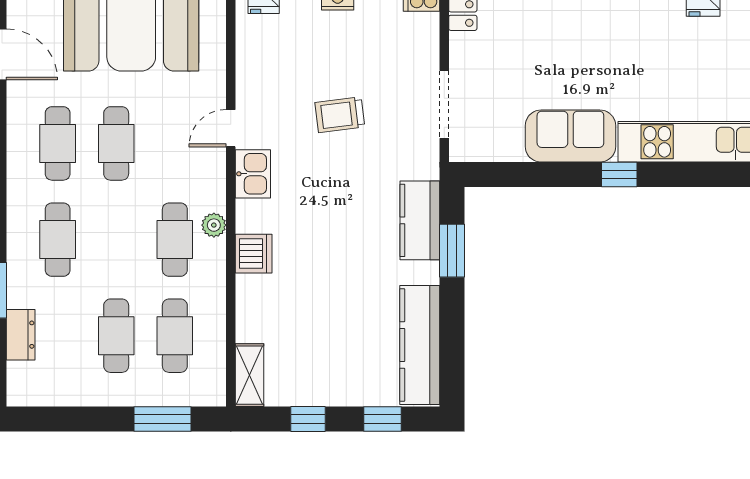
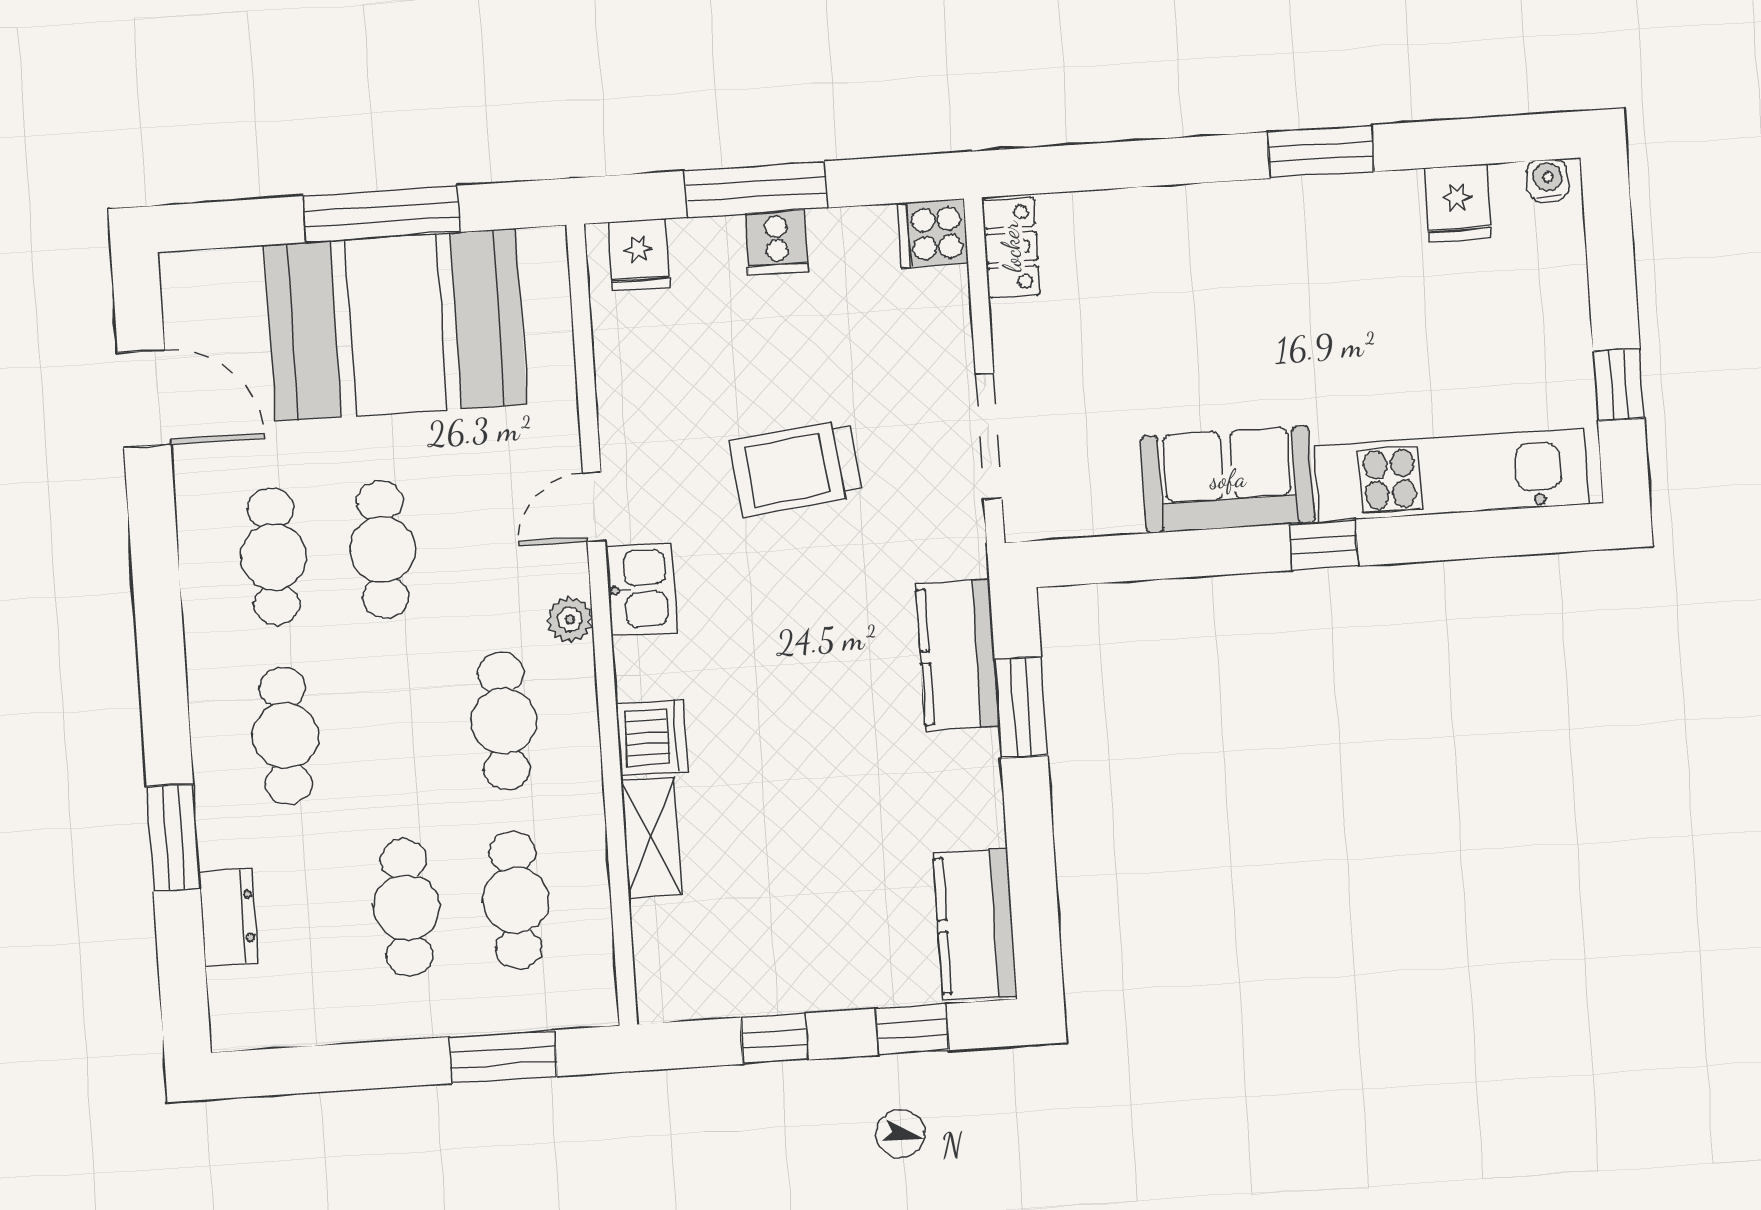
trolley: (340, 115) -> (795, 468), width x1.36, depth x1.39
plant: (214, 225) -> (570, 620), moved
kitchen counter: (420, 345) -> (975, 924), width x0.67
shelving: (249, 375) -> (651, 837), moved

